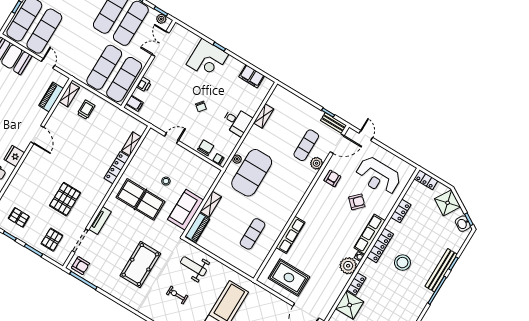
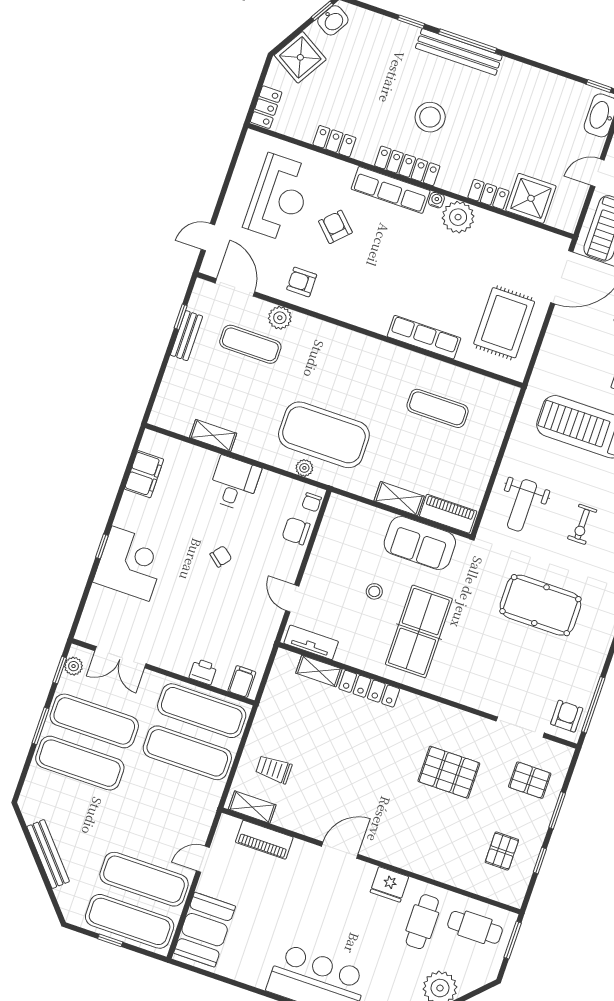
bench: (333, 123) -> (186, 336), moved
tv unit: (100, 221) -> (311, 642), moved
bench: (441, 270) -> (459, 52), moved

